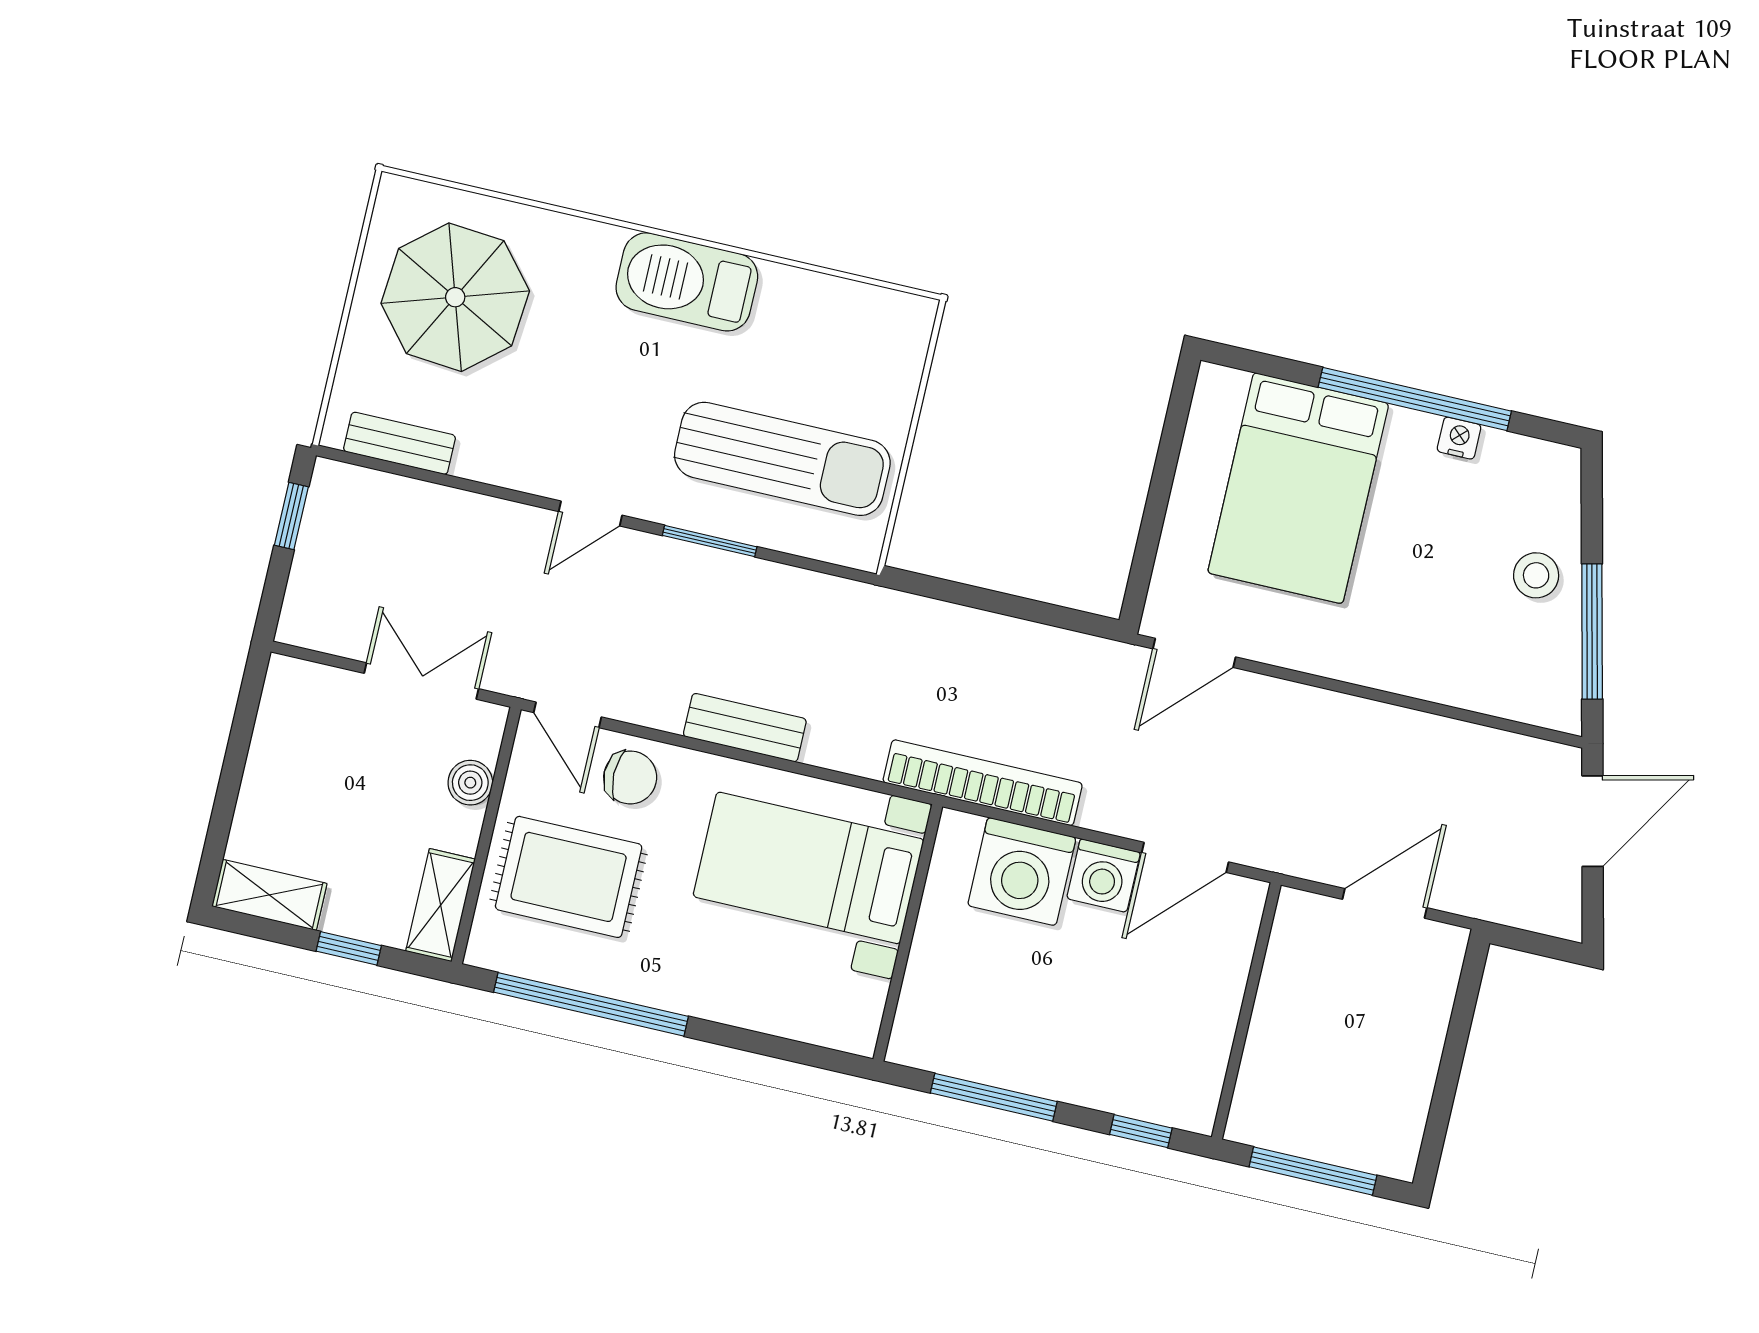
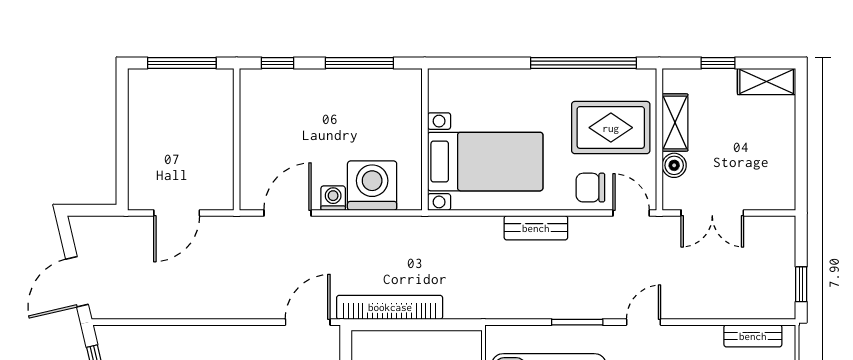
bookcase: (983, 783) -> (390, 307), moved, turned 180
washing machine: (1103, 875) -> (333, 198), width x0.73, depth x0.73
shelving: (441, 905) -> (675, 122), moved

